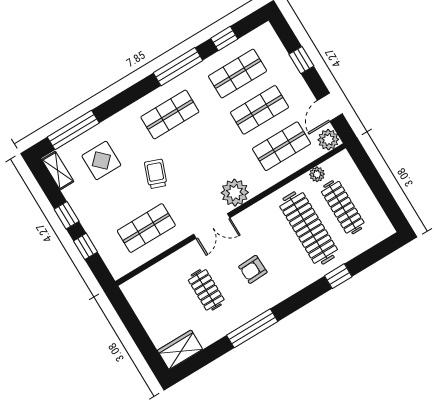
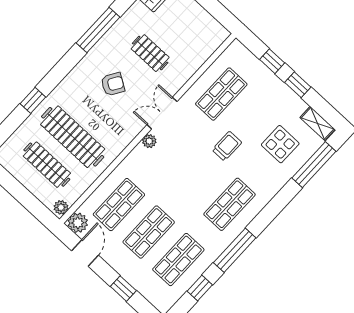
trolley: (156, 174) -> (227, 146), turned -110
plant: (317, 174) -> (61, 207), moved
plant: (235, 193) -> (149, 141), width x0.53, depth x0.53
armchair: (253, 269) -> (113, 84), turned 34

